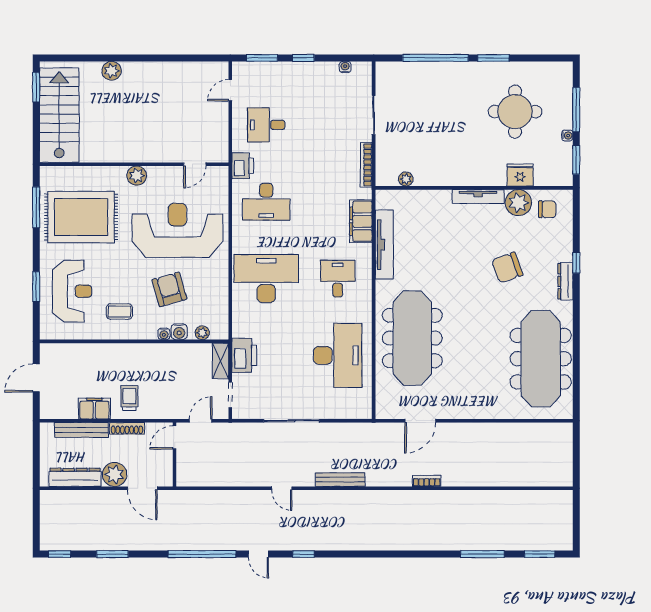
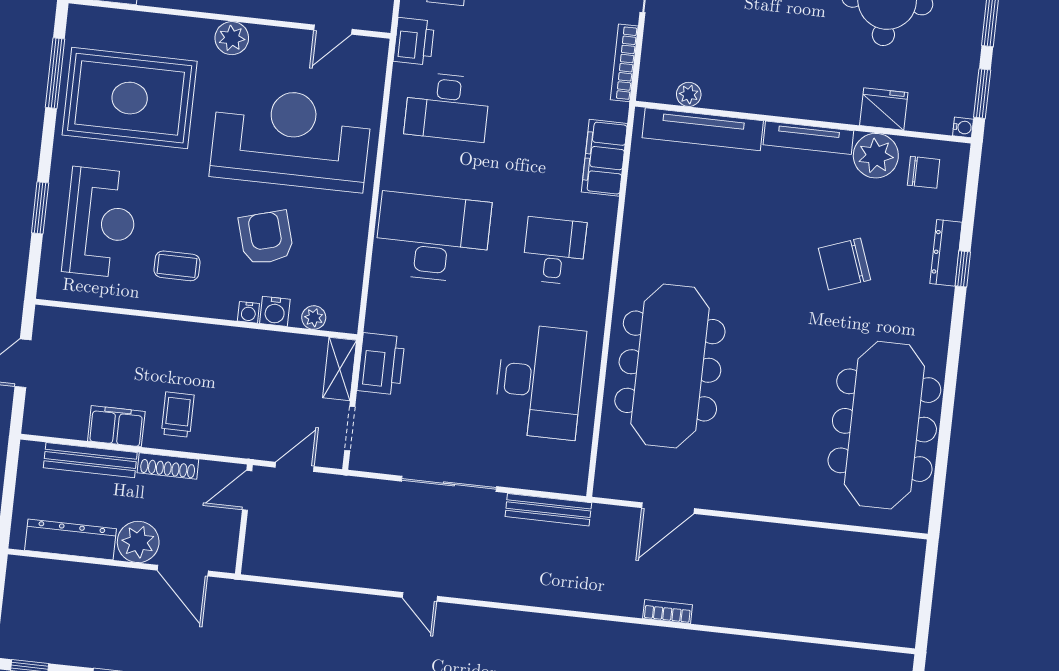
water cooler: (567, 136) -> (963, 127), moved
tv unit: (384, 245) -> (703, 129), moved, turned 90
dresser: (565, 281) -> (946, 253), moved
bench: (340, 480) -> (548, 510), moved

